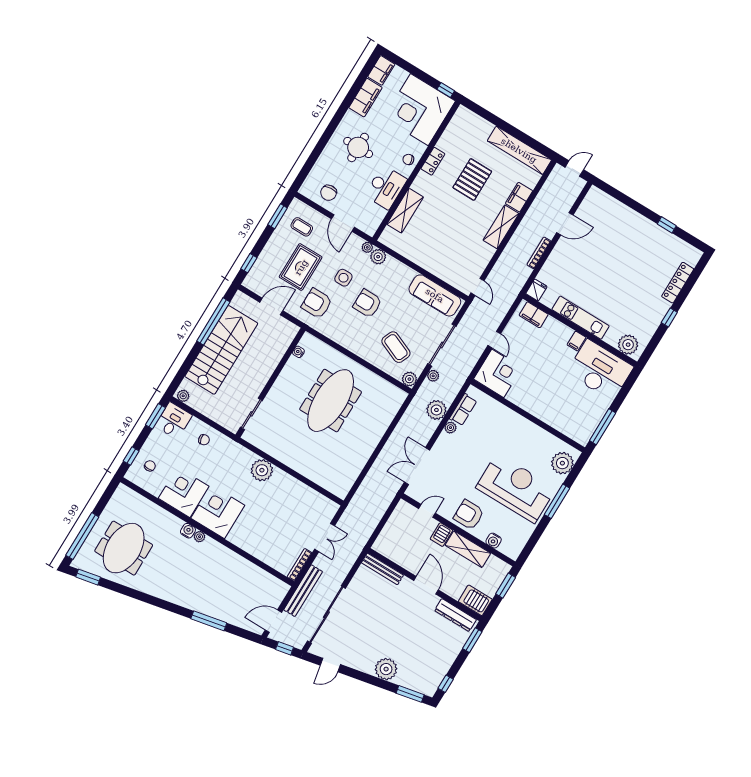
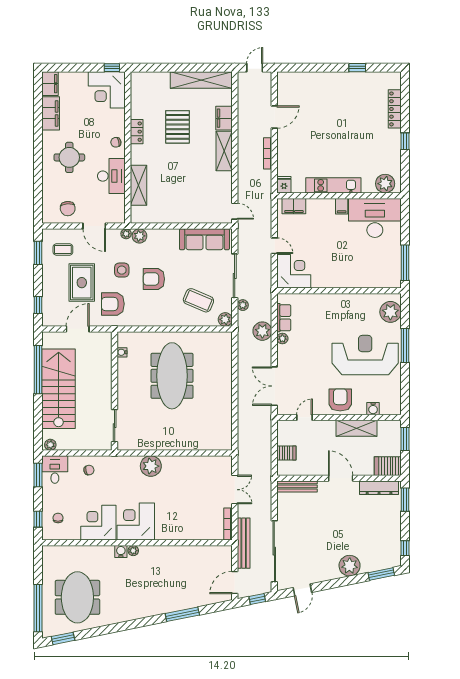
corner desk: (419, 110) -> (107, 90), width x0.74, depth x0.74
armchair: (469, 515) -> (340, 400), turned 90
server rack: (441, 535) -> (286, 453), moved, turned -90

